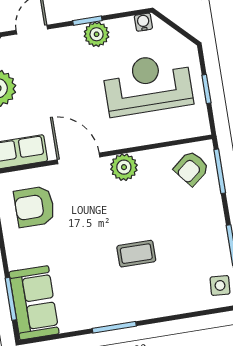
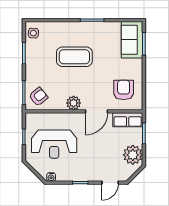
plant: (97, 34) -> (77, 175), removed
door: (79, 158) -> (96, 111), hinge flipped
armchair: (34, 207) -> (124, 90), turned -90
coffee table: (136, 254) -> (74, 57), width x1.86, depth x1.72

